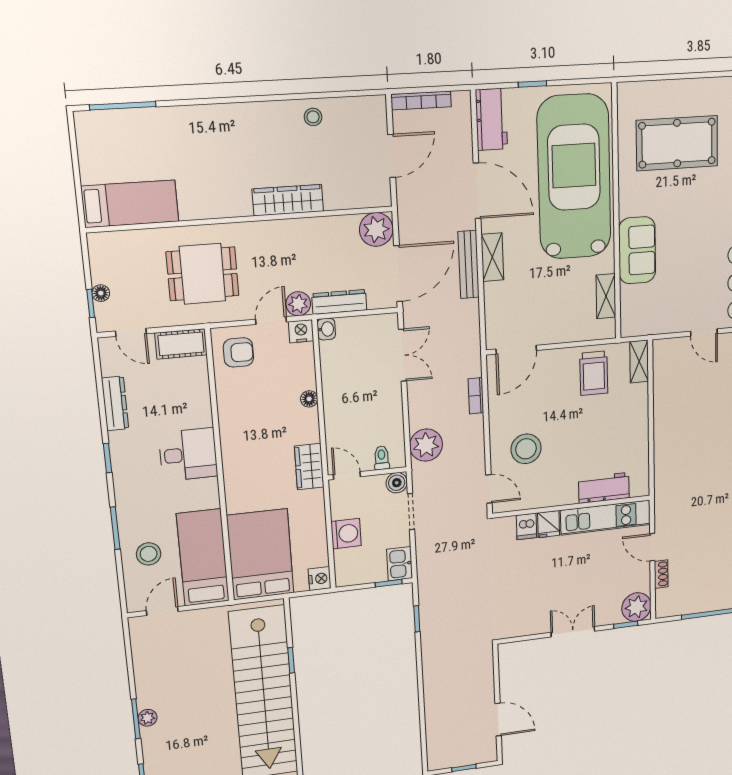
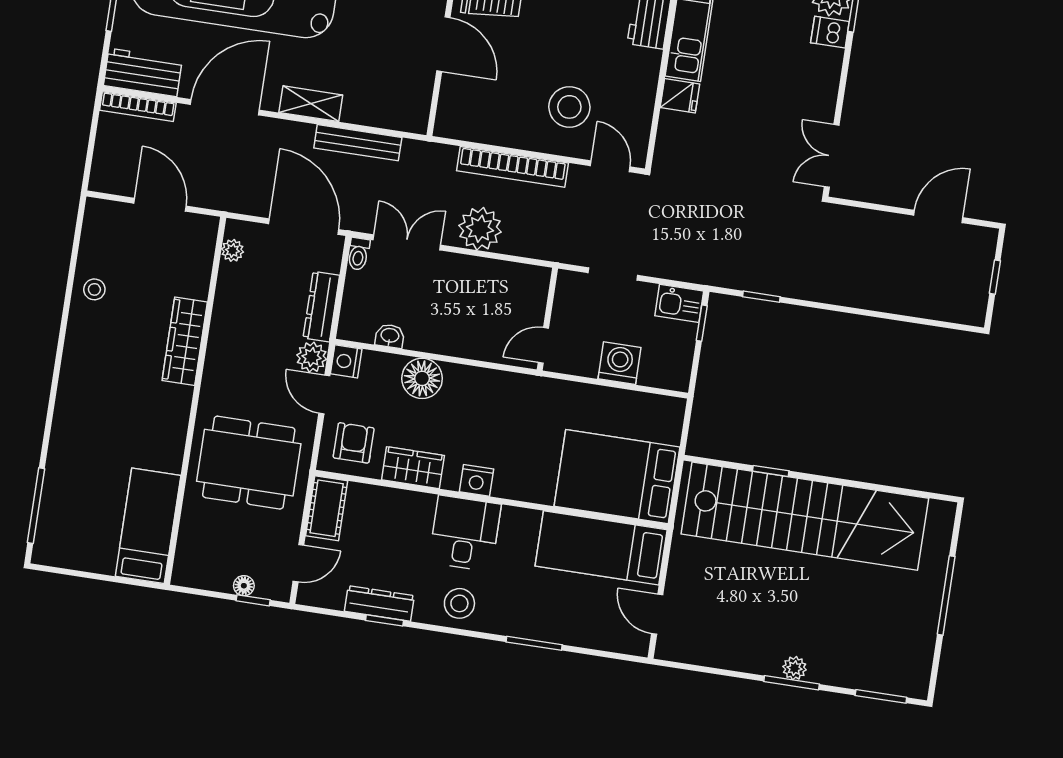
bookcase: (421, 100) -> (138, 107), moved, turned 90
plant: (376, 229) -> (232, 250), width x0.53, depth x0.53
bench: (469, 265) -> (358, 143), moved
dining table: (203, 274) -> (249, 463), width x1.37
washbasin: (326, 329) -> (390, 336), moved
door: (516, 350) -> (443, 44), moved
bookcase: (476, 396) -> (513, 167), width x2.31, depth x1.31
floor lamp: (309, 399) -> (422, 378), width x1.89, depth x1.89
plant: (426, 445) -> (480, 229), moved
window: (108, 458) -> (385, 620), moved
toilet: (382, 458) -> (359, 254), moved, turned -90
wardrobe: (309, 467) -> (413, 468), moved, turned 180
boiler: (397, 483) -> (570, 284), removed
door: (489, 489) -> (610, 166), hinge flipped
dishwasher: (526, 526) -> (830, 32), moved, turned 180
stool: (149, 554) -> (459, 603), moved
nightstand: (320, 579) -> (476, 480), moved, turned 180
double door: (573, 632) -> (832, 156), moved

